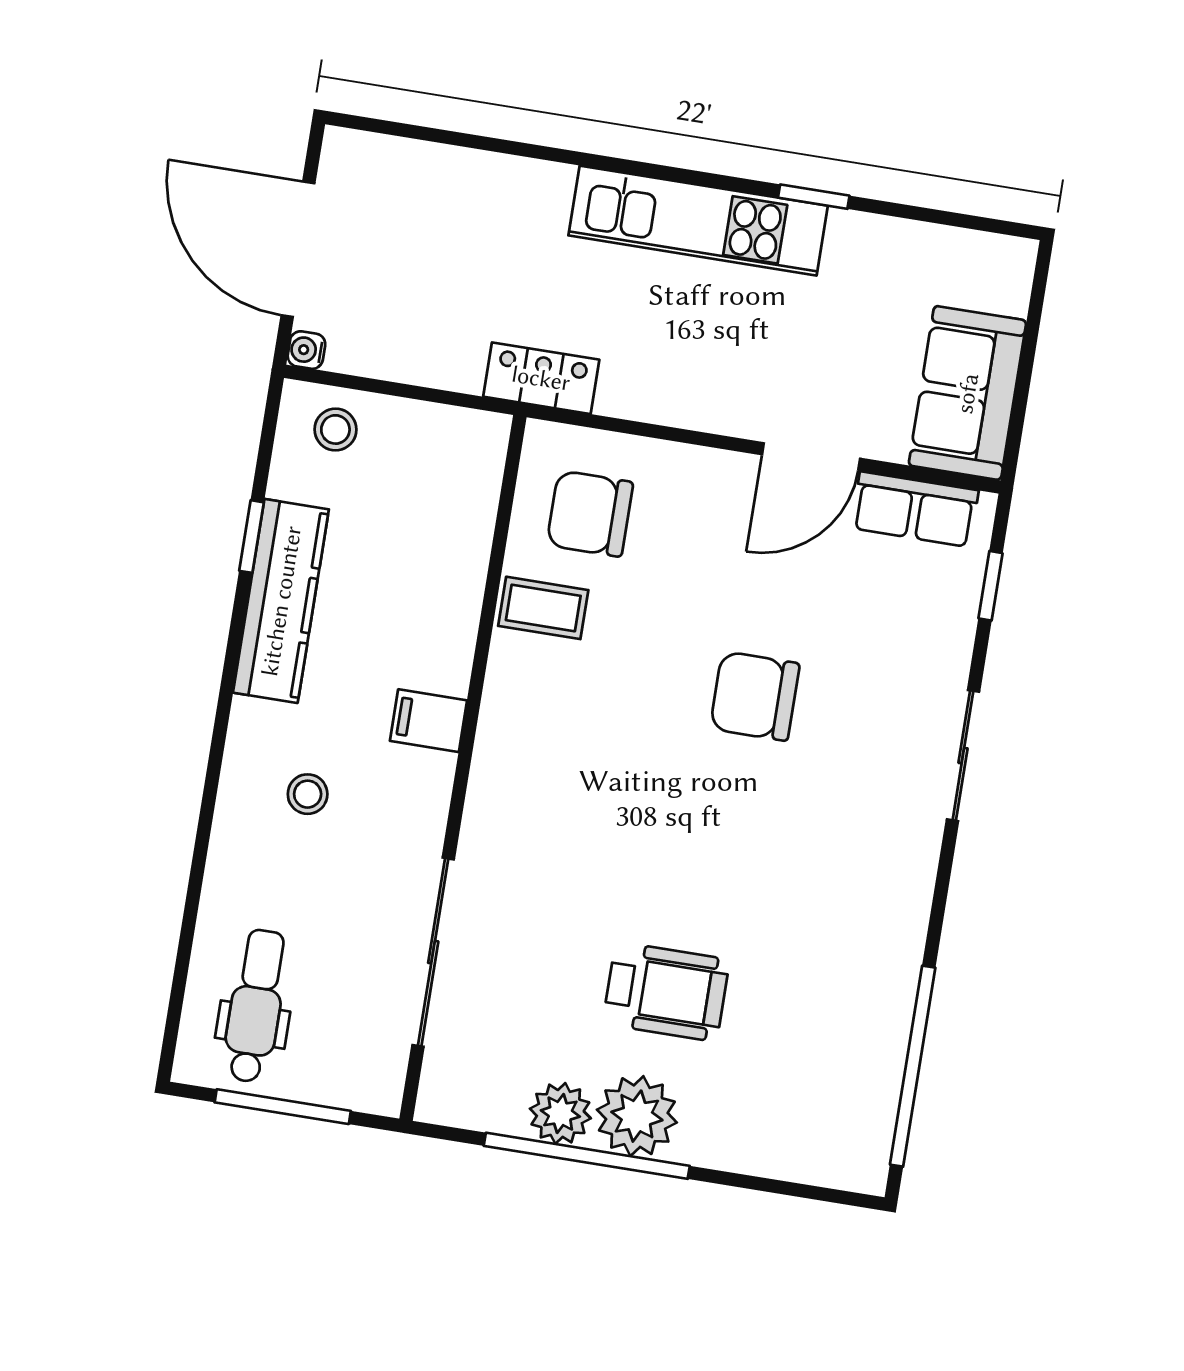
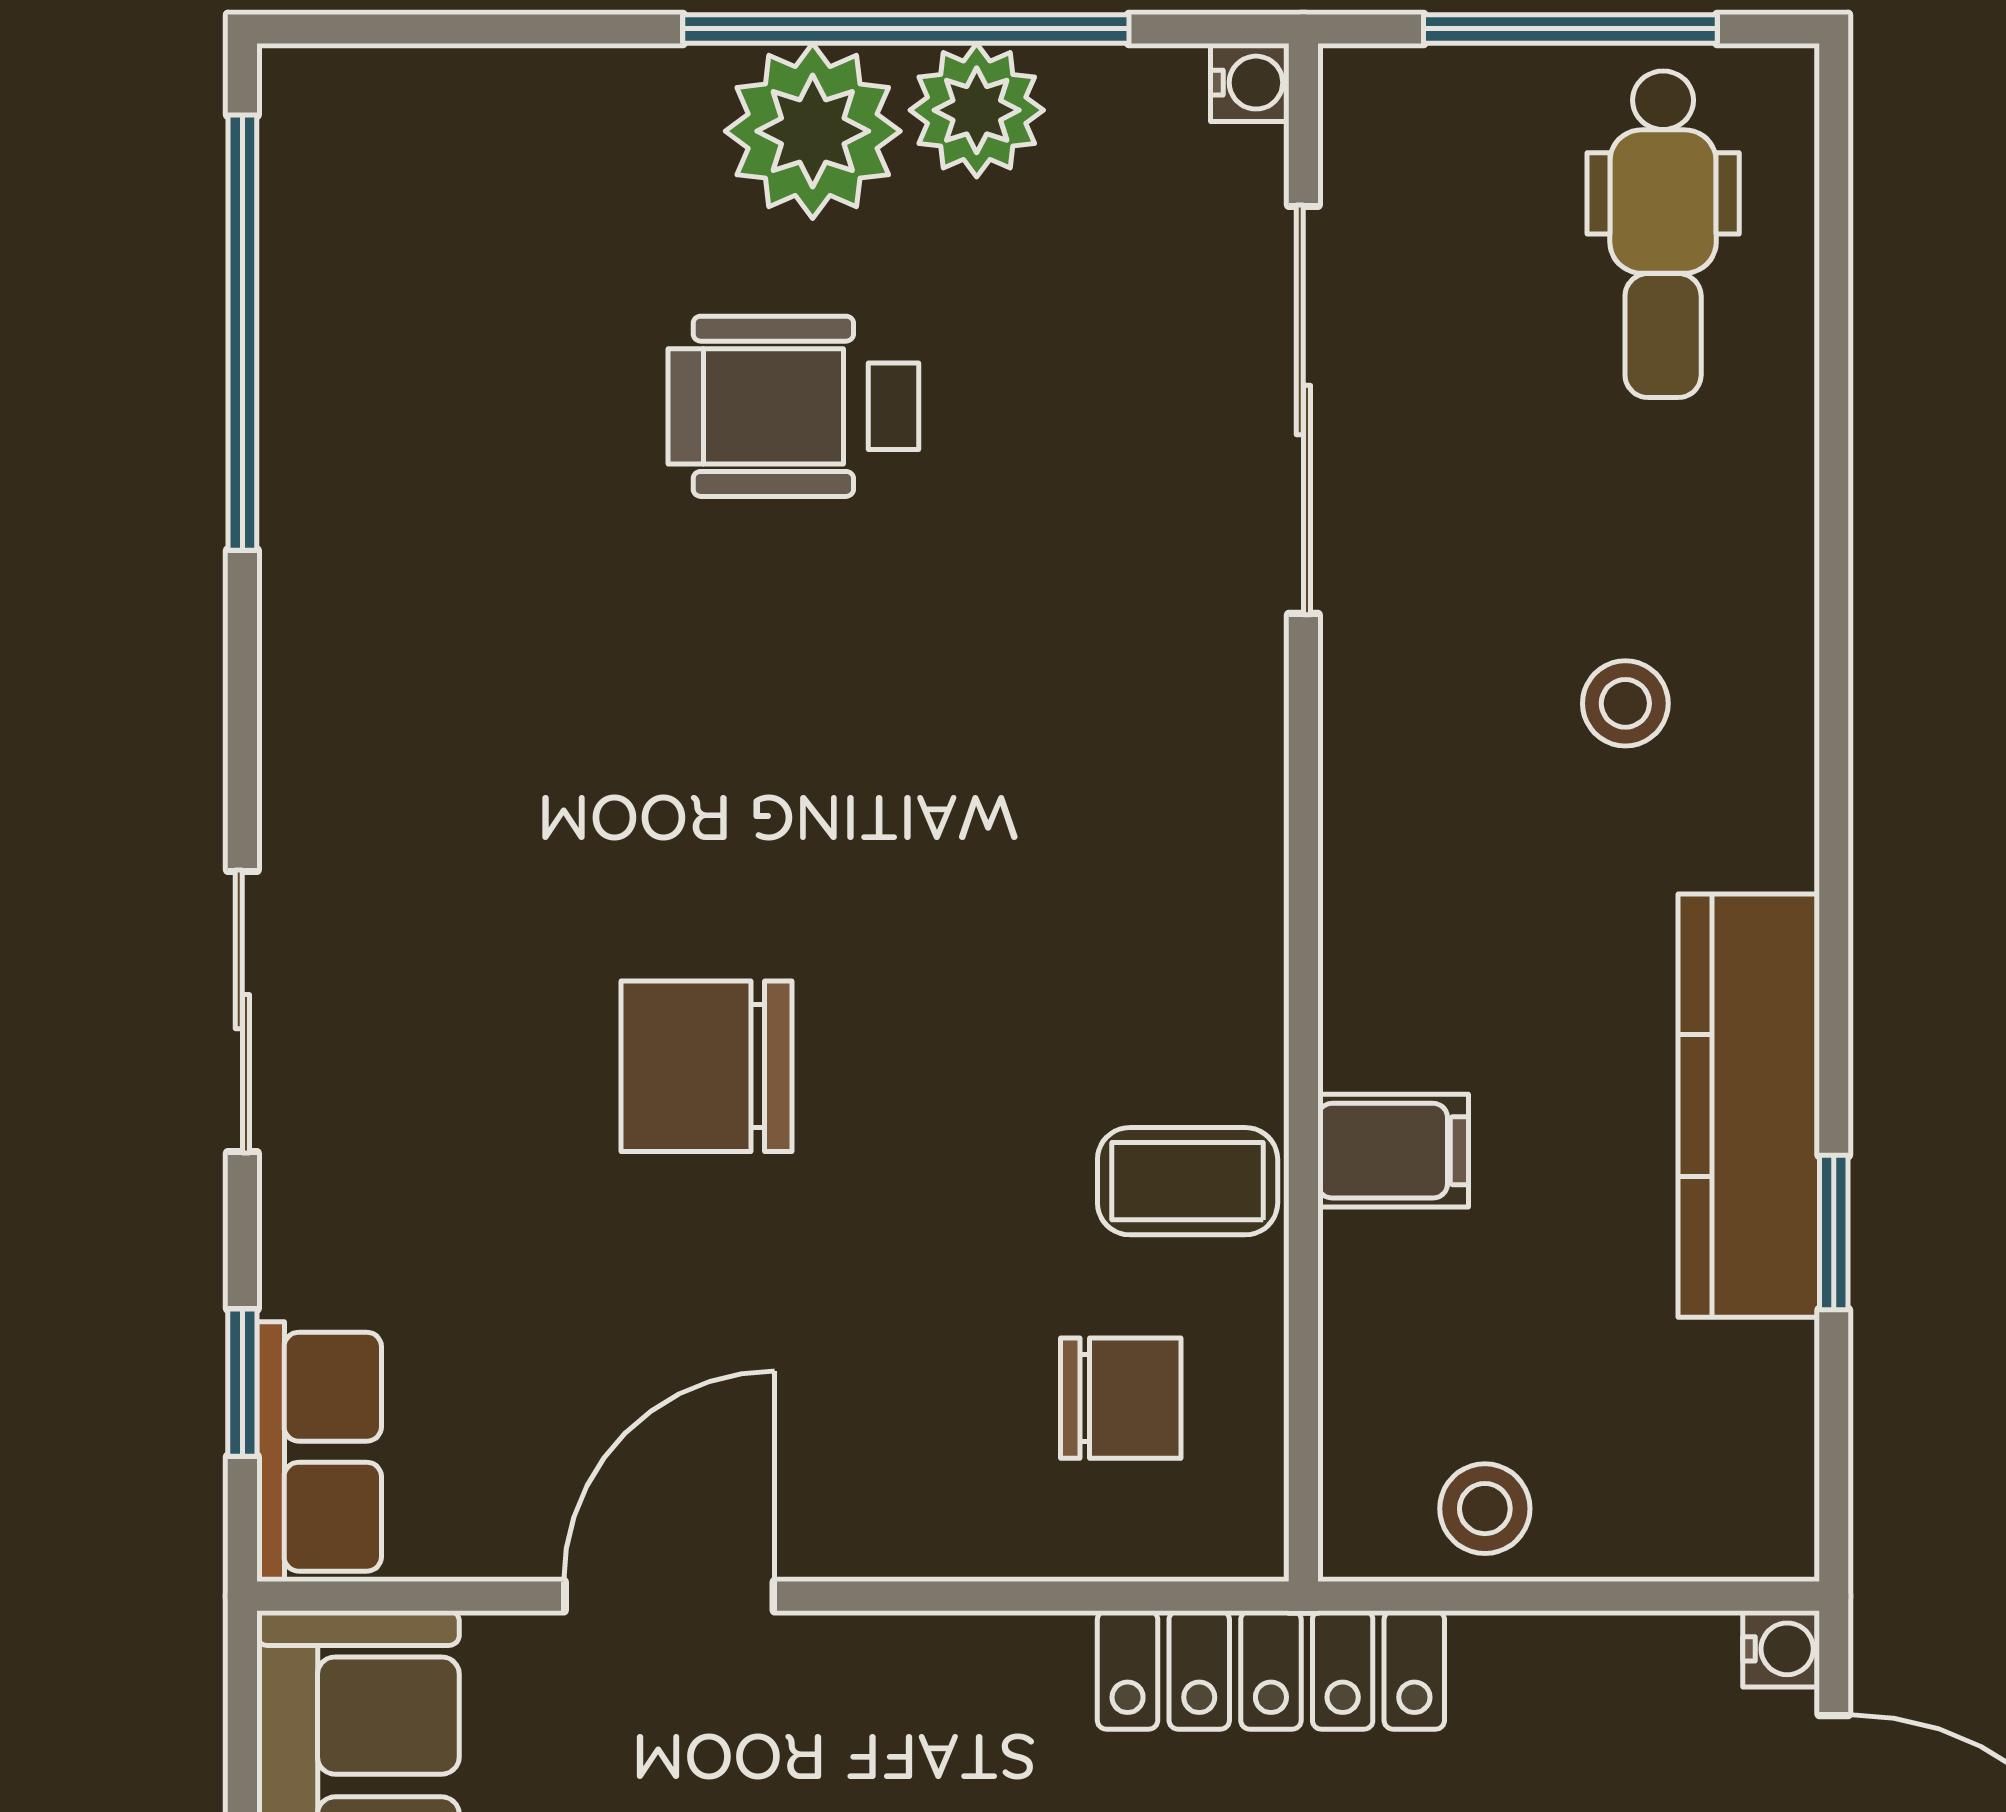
locker: (541, 378) -> (1271, 1670), width x1.53
stool: (335, 429) -> (1485, 1509), moved
row of seats: (915, 509) -> (319, 1452), moved, turned 90
chair: (590, 514) -> (1121, 1398), width x0.73, depth x0.73
chair: (755, 696) -> (707, 1066), turned 180
filing cabinet: (429, 721) -> (1393, 1151), moved
water cooler: (433, 1106) -> (1250, 83), added

